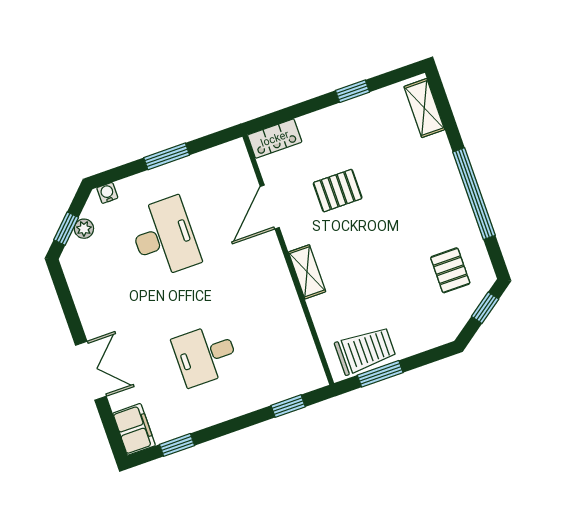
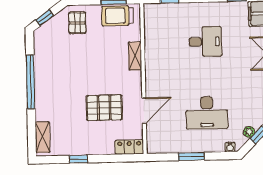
pallet: (338, 191) -> (104, 108), width x1.50, depth x1.42
desk: (164, 237) -> (207, 113), turned -90
pallet: (450, 270) -> (77, 23), moved
shelving: (307, 272) -> (135, 56), moved

